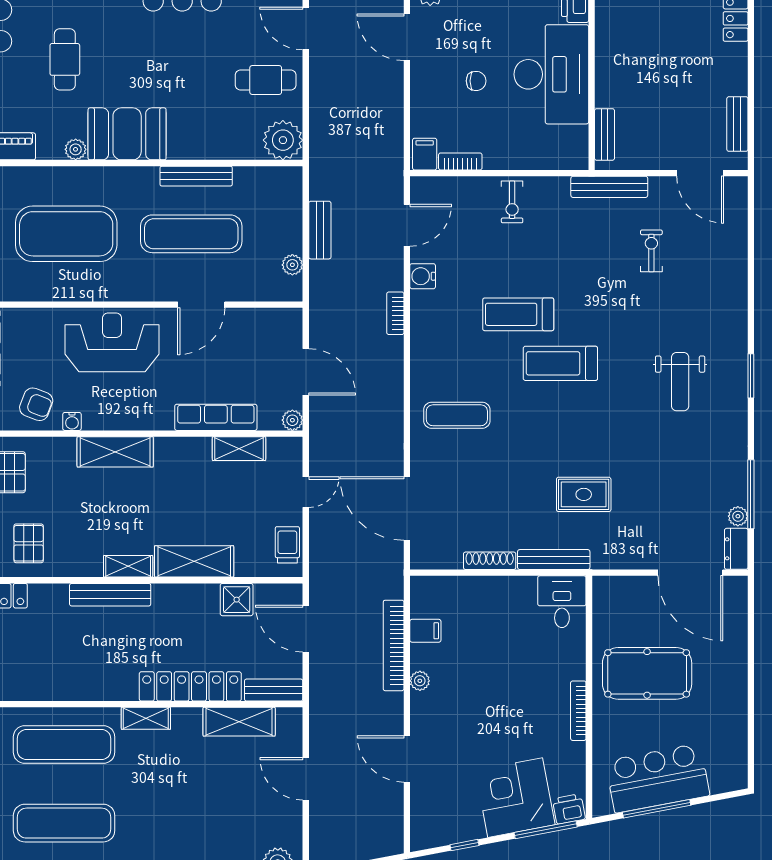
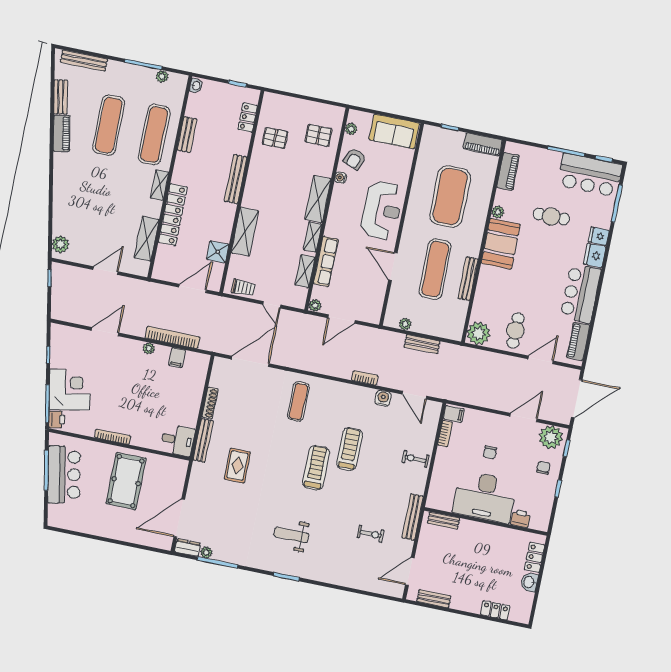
shelving: (128, 566) -> (313, 237), moved
bench: (274, 690) -> (187, 135), moved

